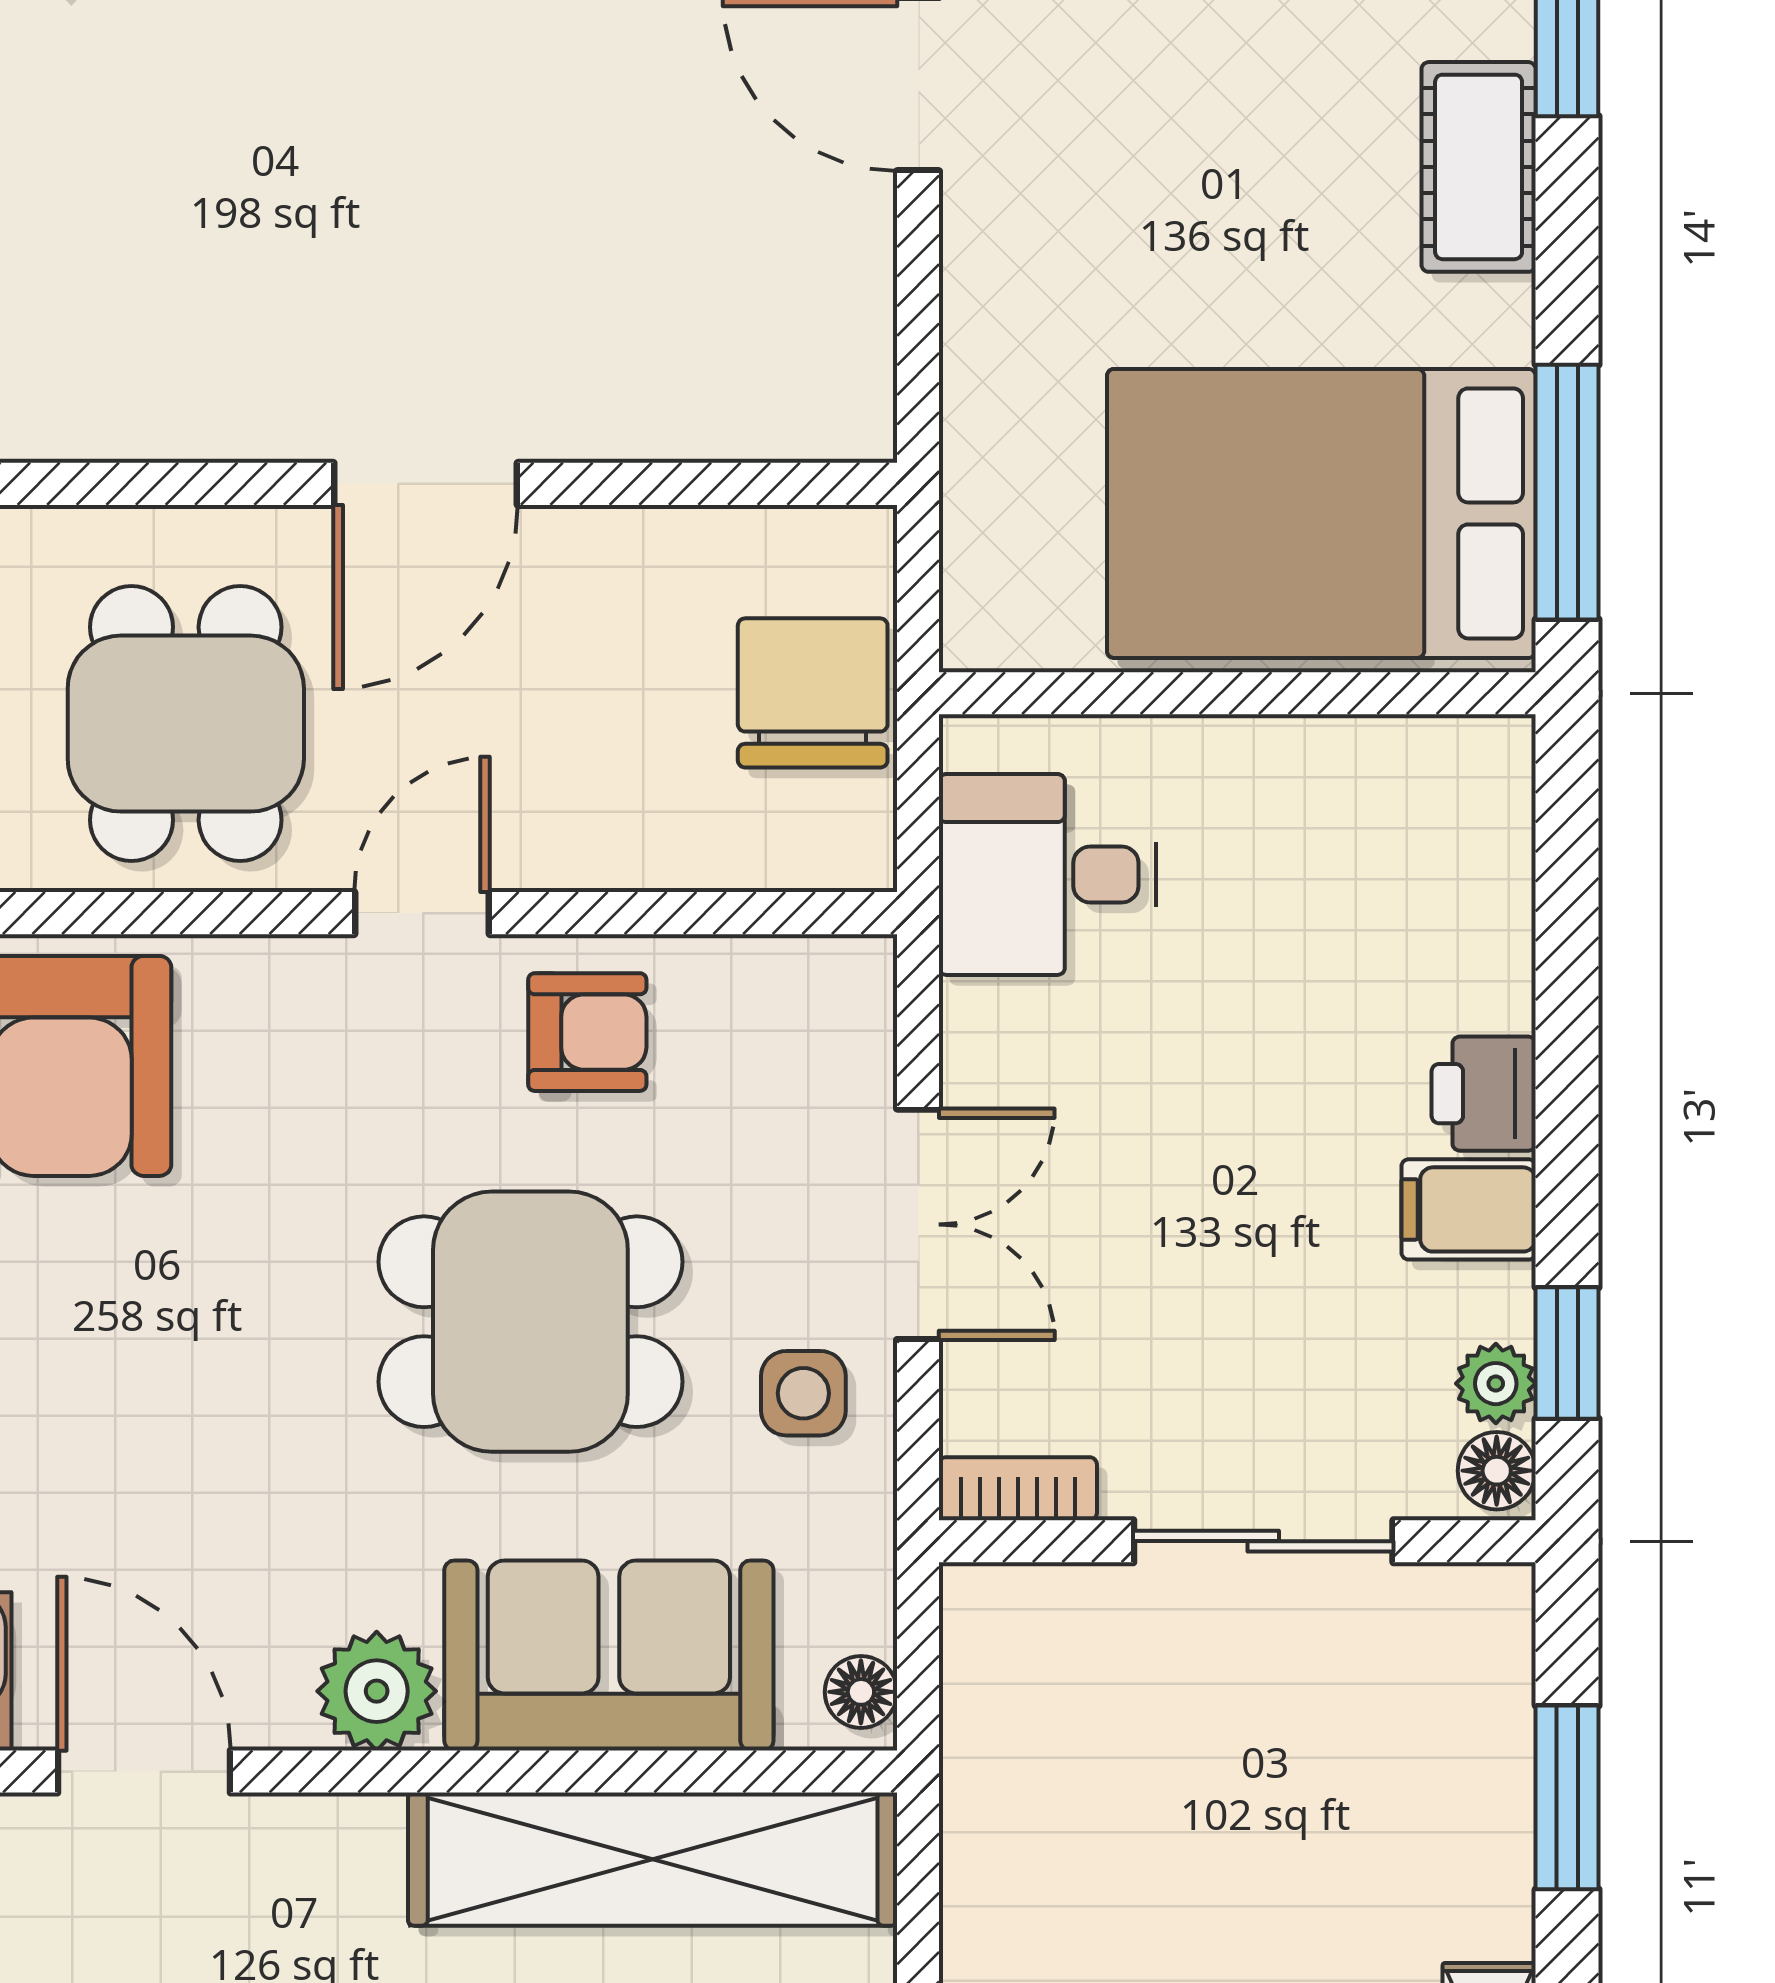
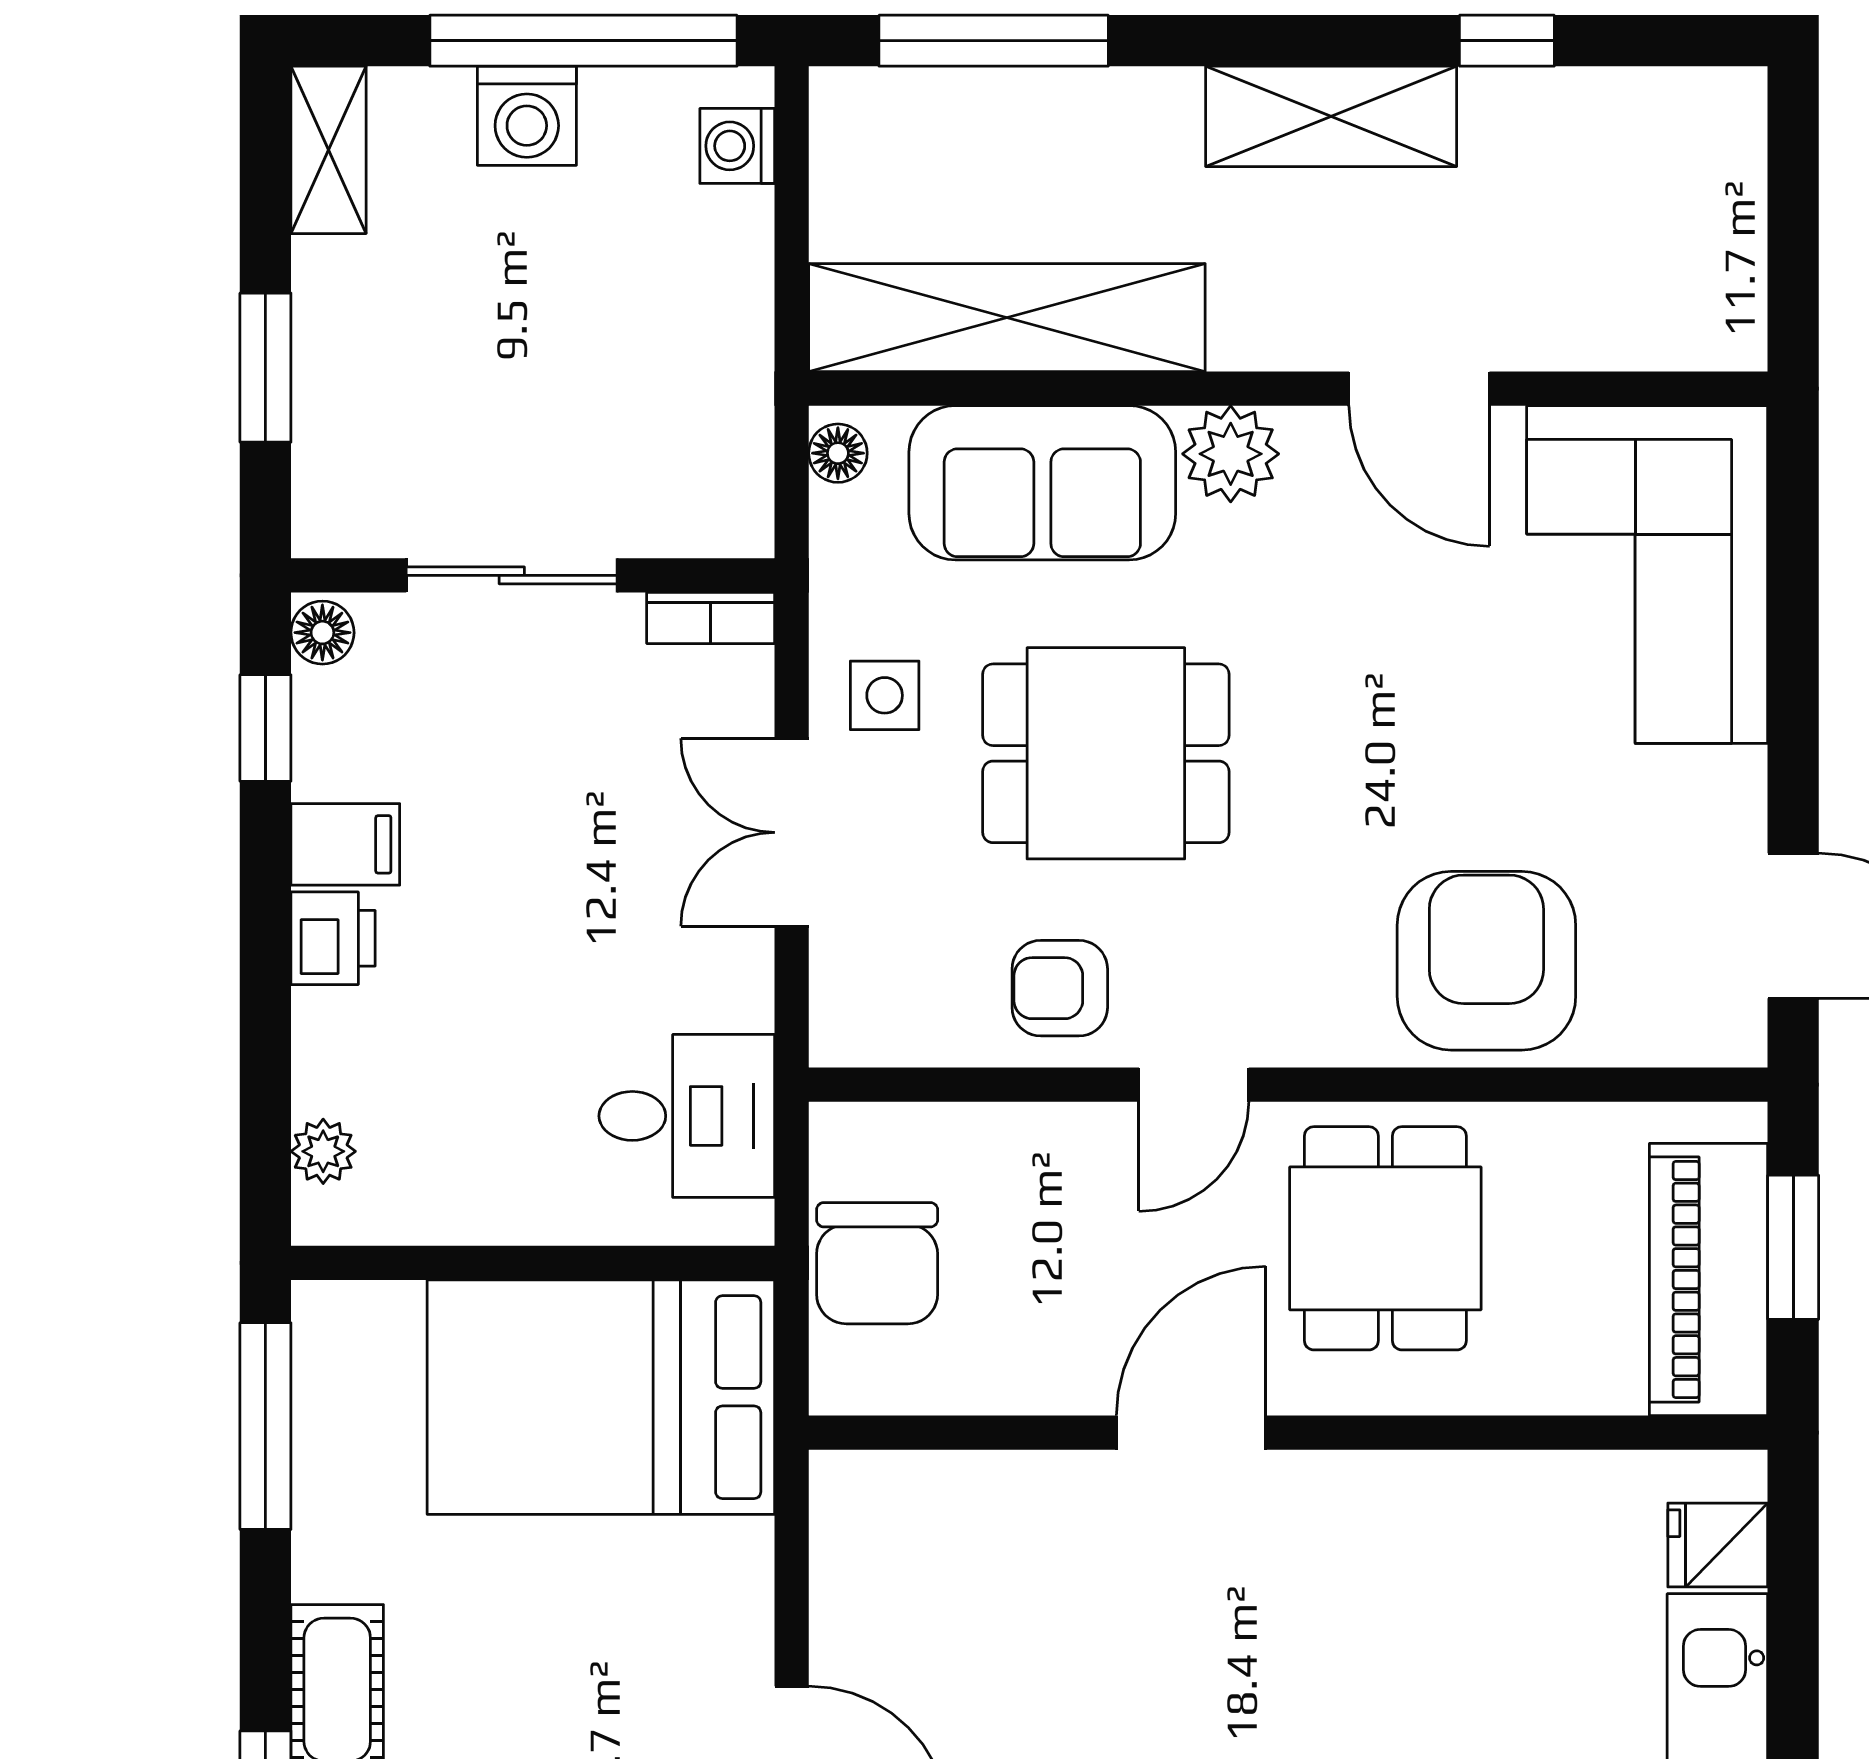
bed: (1321, 513) -> (601, 1397), moved, turned 180
plant: (1496, 1384) -> (323, 1151), moved

